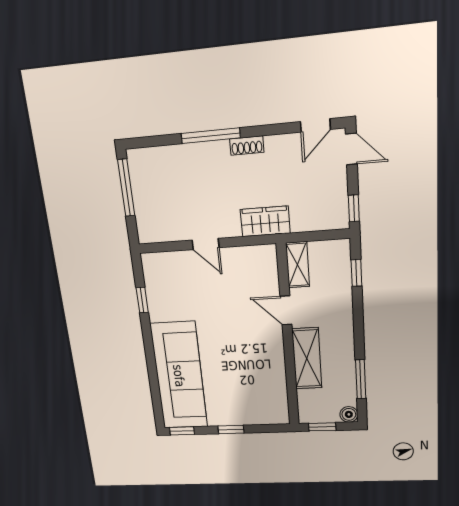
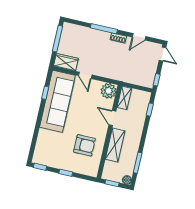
door: (315, 125) -> (139, 37), moved
wardrobe: (265, 221) -> (66, 62), moved
plant: (261, 260) -> (108, 91), added
armchair: (249, 374) -> (84, 145), added
sofa: (179, 376) -> (57, 101), moved

